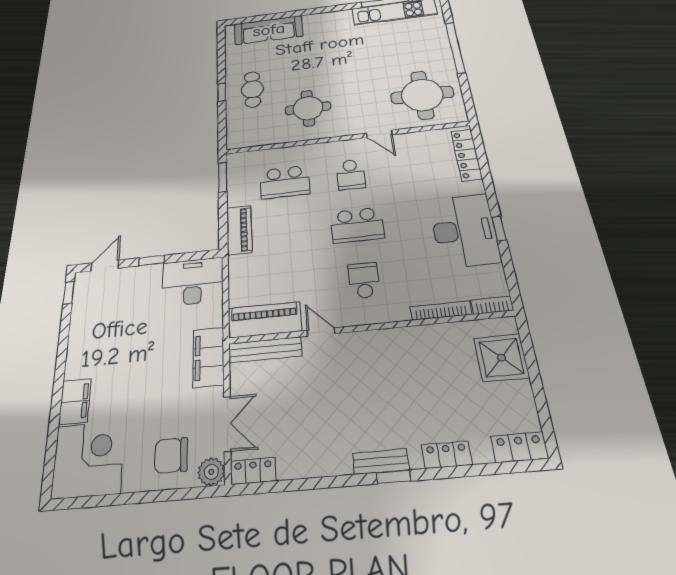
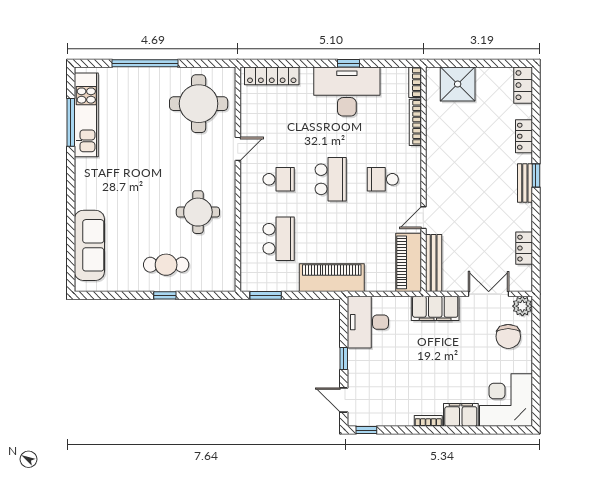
piano: (239, 230) -> (332, 278), width x1.37, depth x1.33
bookcase: (72, 362) -> (428, 421), added
locker: (253, 471) -> (524, 248), moved

